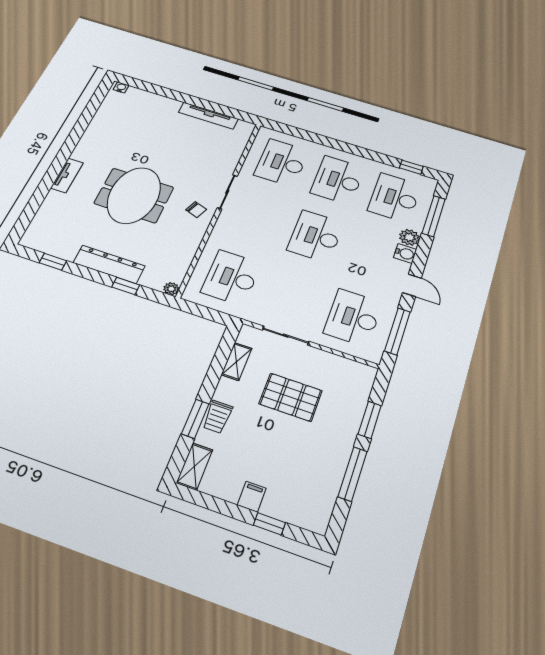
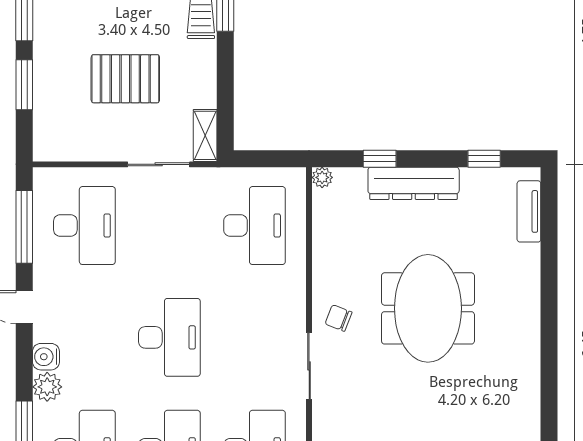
tv unit: (67, 175) -> (529, 211), moved
shelving: (237, 361) -> (205, 135), moved

